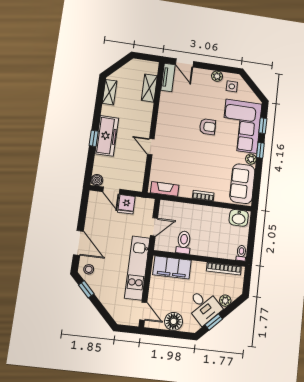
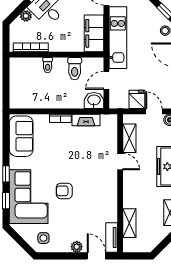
plant: (217, 76) -> (77, 247), moved
plant: (251, 159) -> (15, 163), removed
shelving: (139, 168) -> (129, 138), added
fireplace: (165, 189) -> (86, 120), moved
washbasin: (239, 218) -> (94, 100), moved
toilet: (241, 253) -> (48, 65), moved
filing cabinet: (172, 267) -> (94, 33), moved, turned -90

